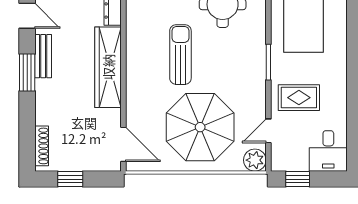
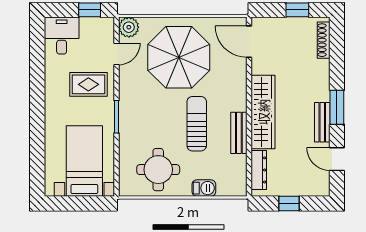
bench: (134, 44) -> (239, 133), added
sun lounger: (180, 55) -> (197, 124), turned 180

